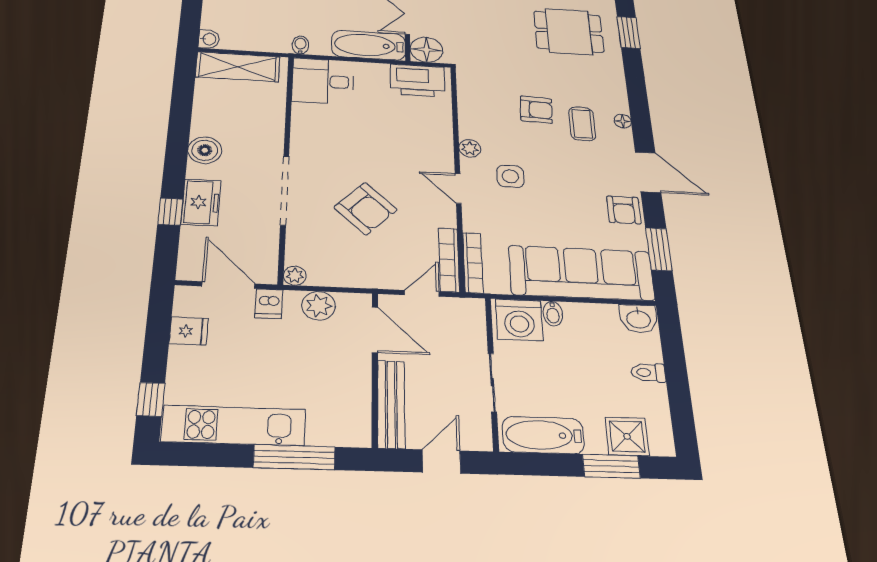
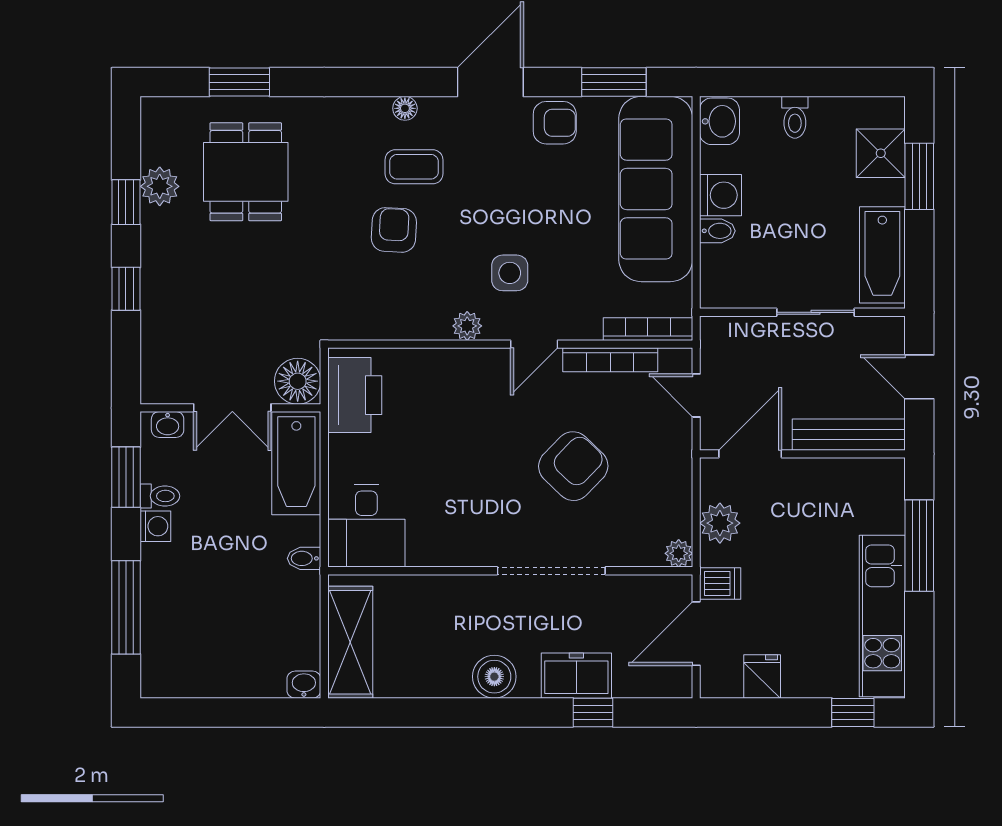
bookcase: (449, 260) -> (610, 360), moved
washing machine: (519, 320) -> (720, 195), moved, width x0.73, depth x0.73

